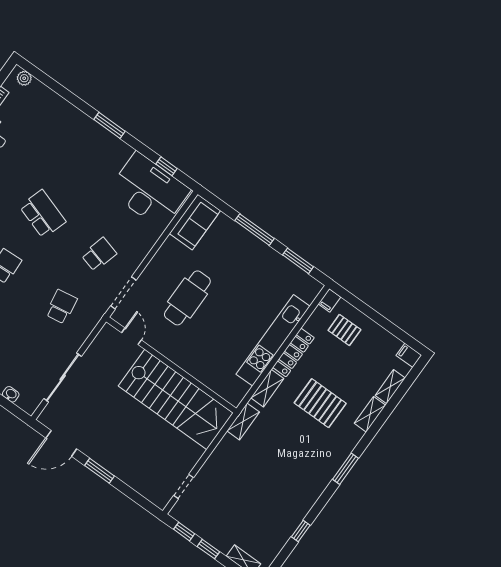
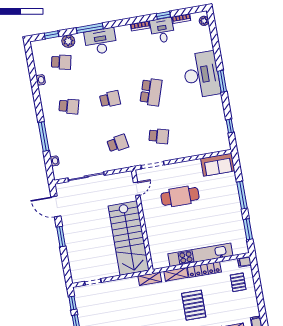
desk: (149, 191) -> (201, 75), moved

